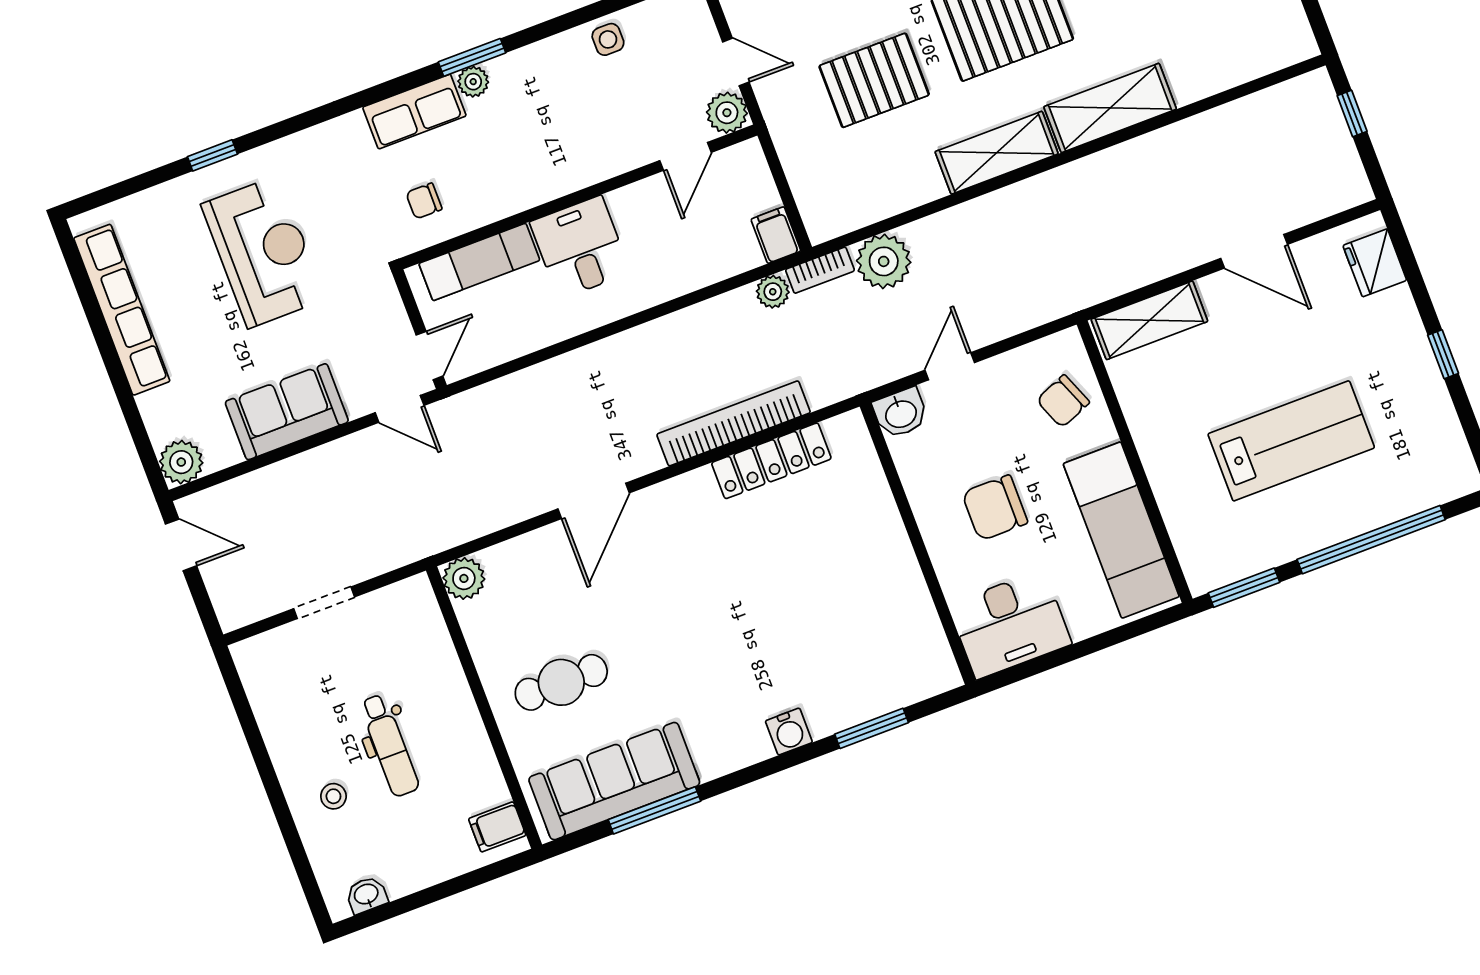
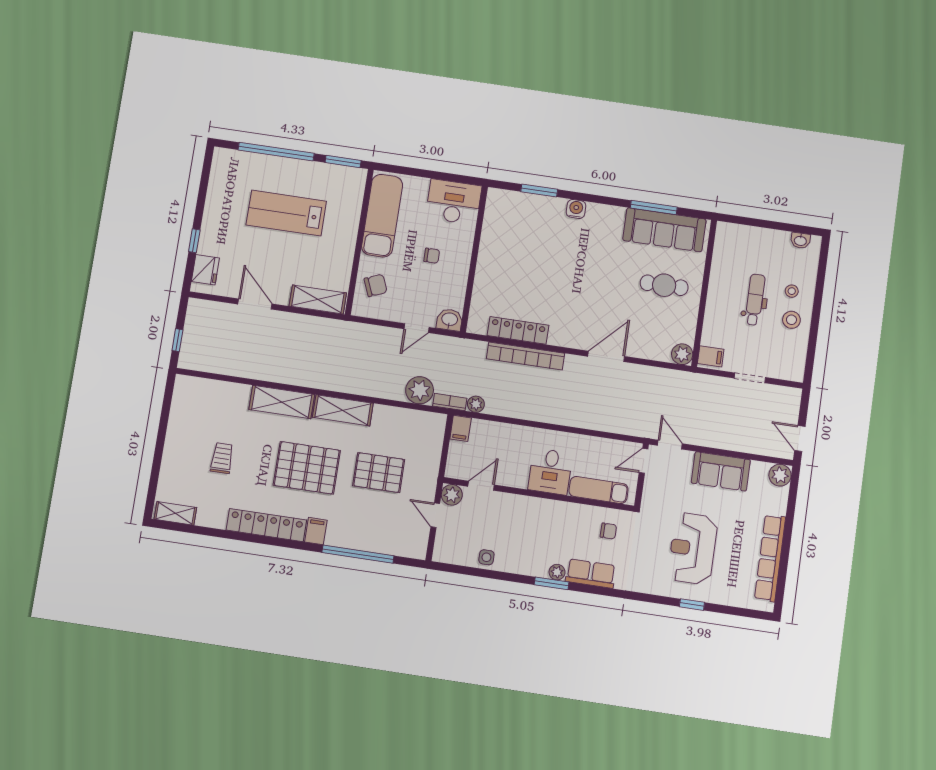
window: (1443, 354) -> (194, 241), moved
chair: (995, 508) -> (432, 256), width x0.54, depth x0.54
stool: (307, 745) -> (791, 320), added
filing cabinet: (497, 827) -> (711, 356), moved

